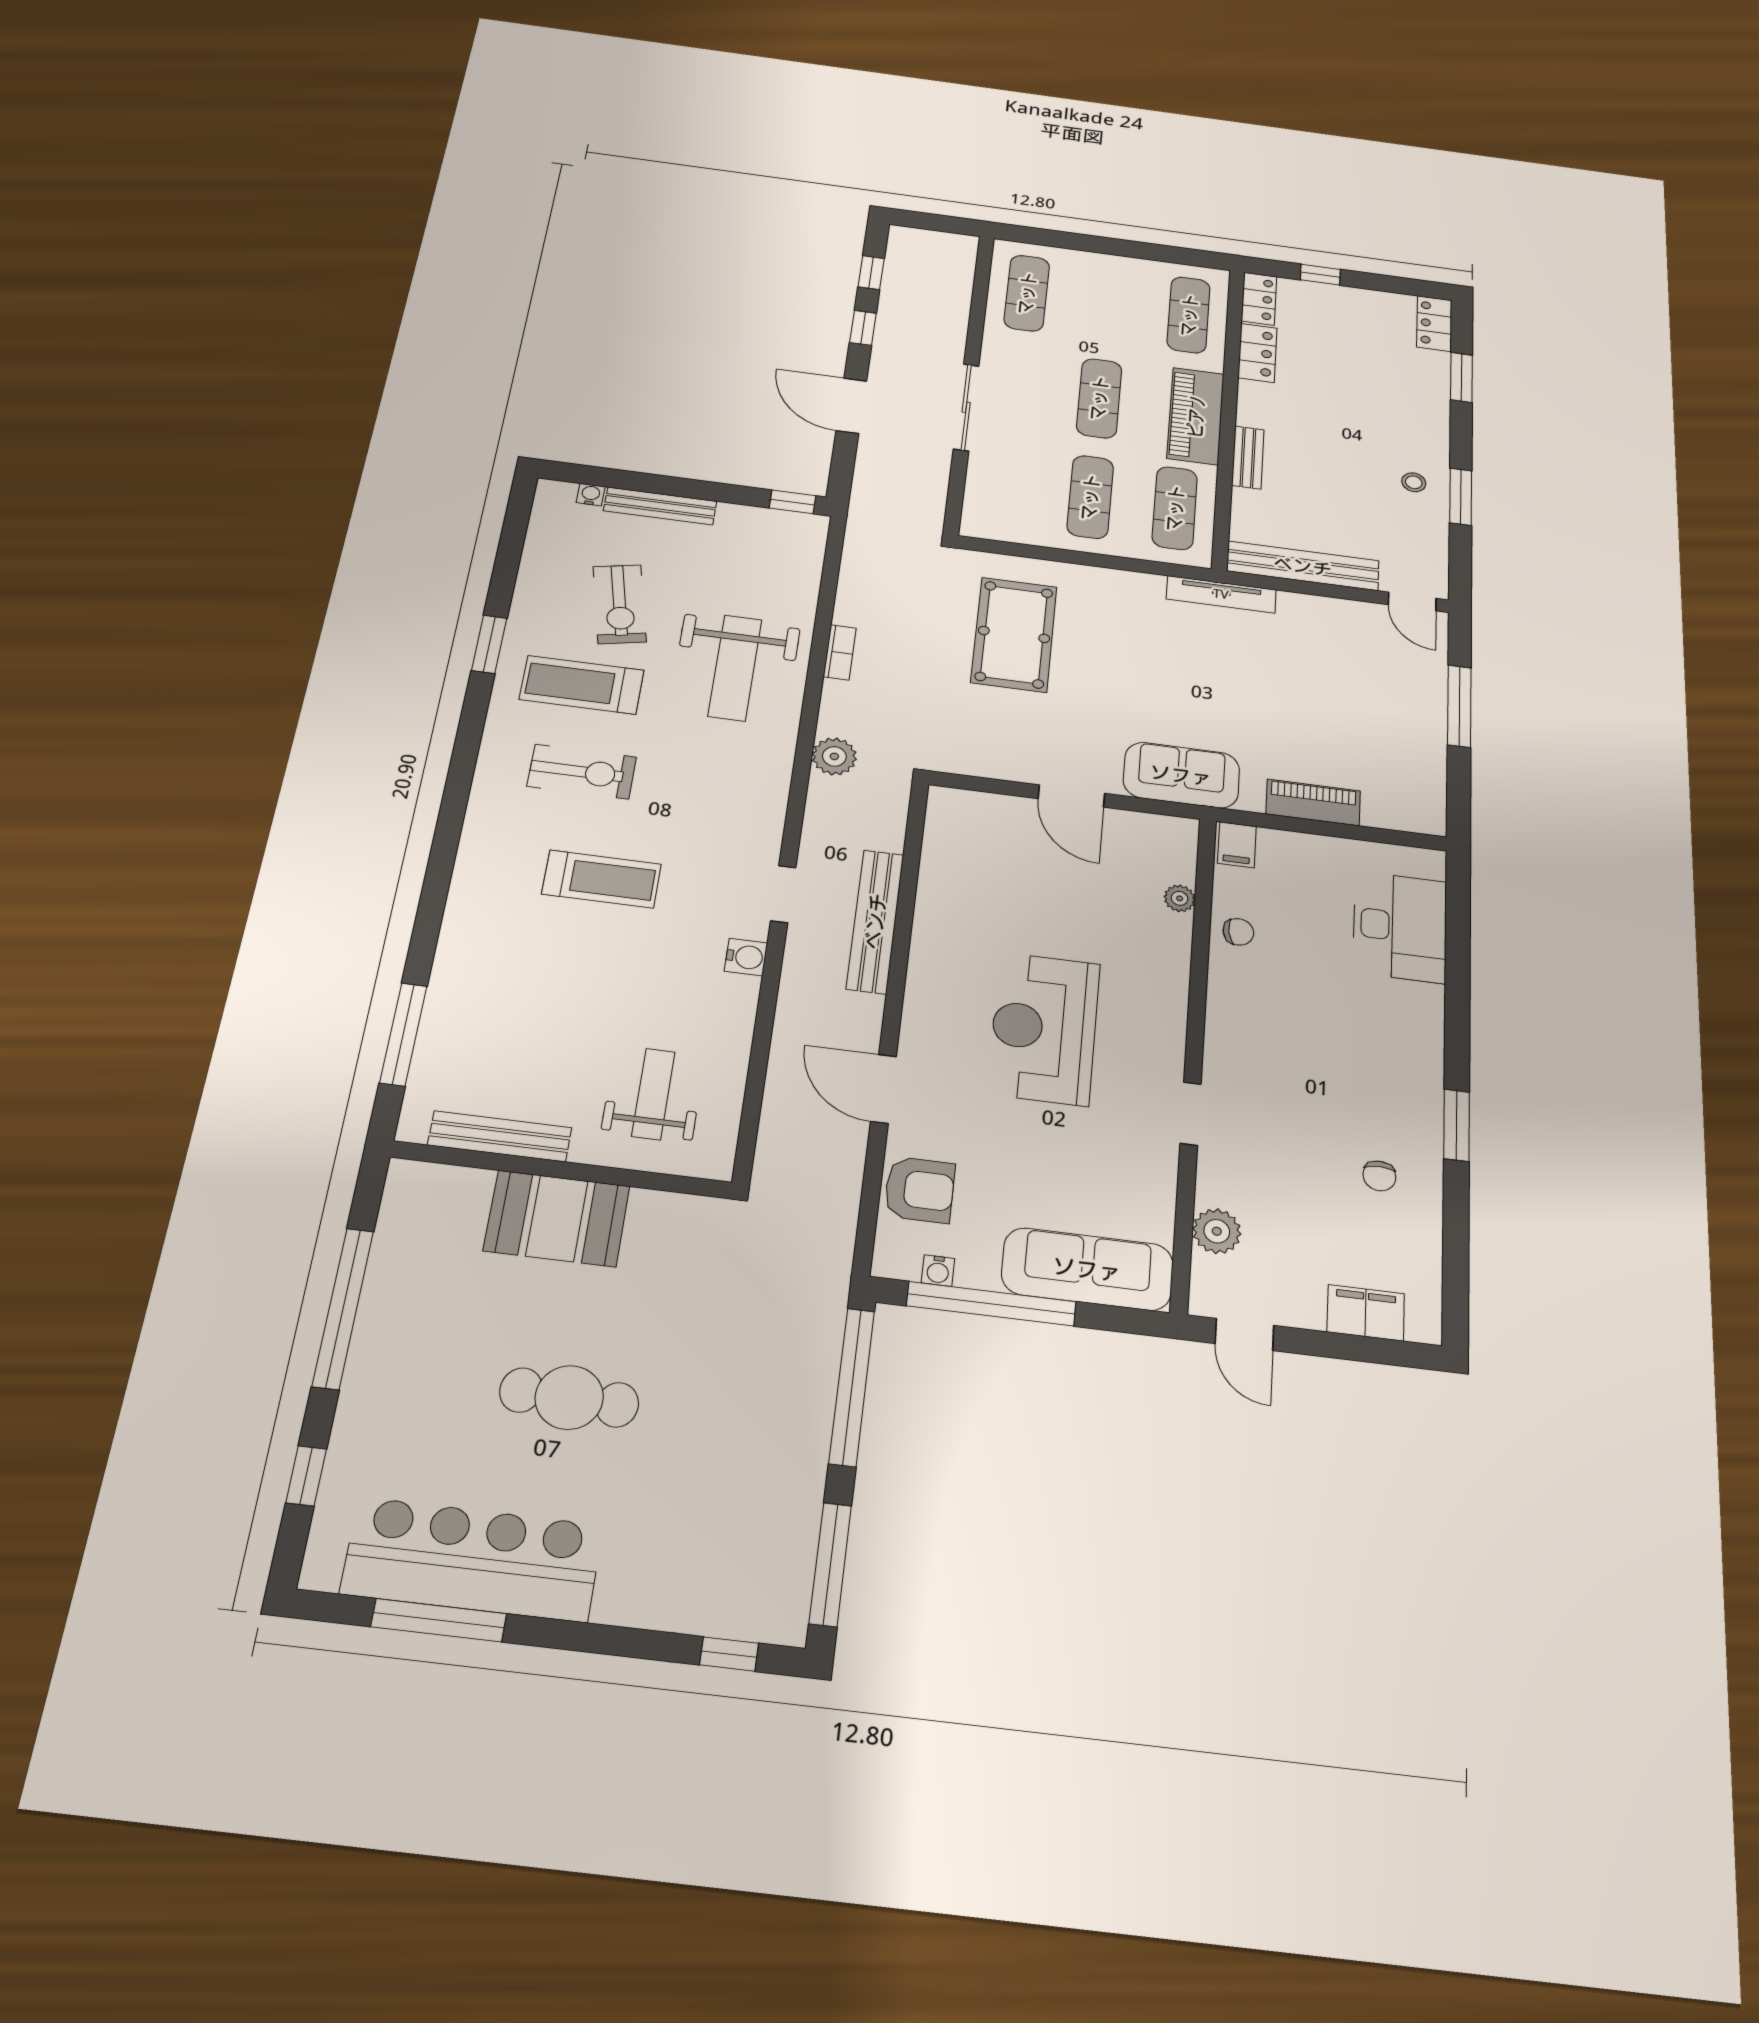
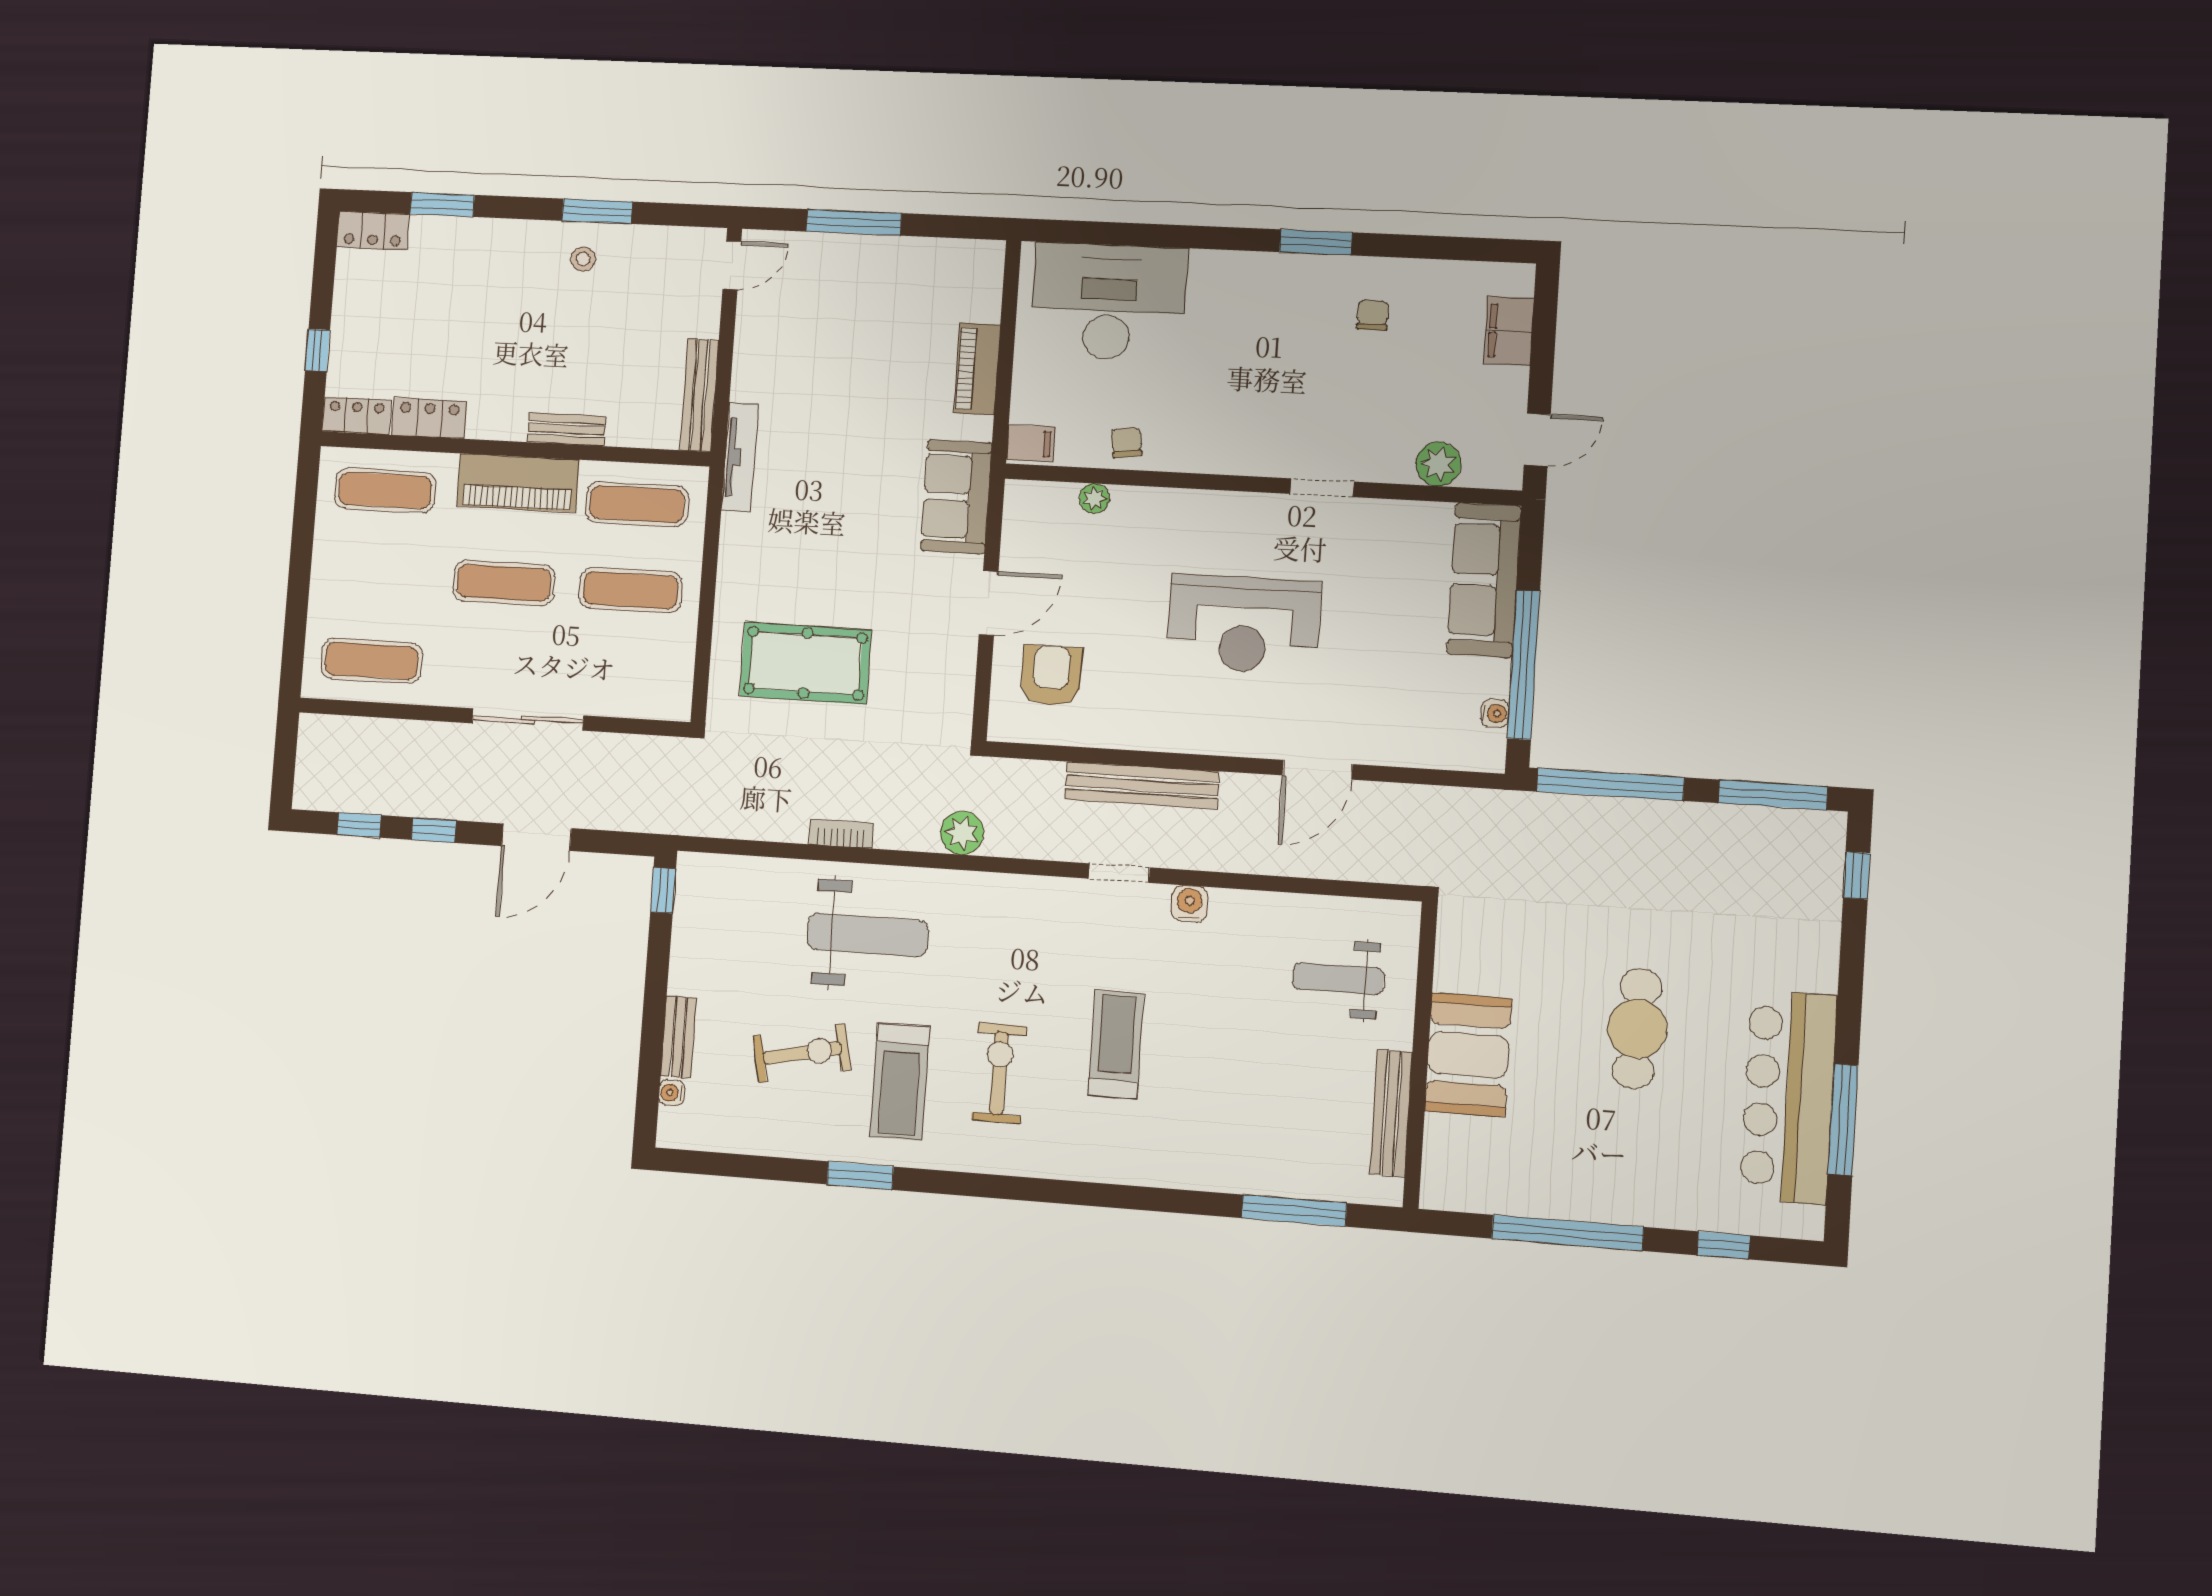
bench: (660, 506) -> (679, 1037), width x0.73
bench: (1303, 566) -> (699, 395), width x0.73, depth x0.82
desk: (1400, 927) -> (1108, 302), width x1.36, depth x1.30
chair: (1379, 1176) -> (1373, 315), turned -90
armchair: (920, 1190) -> (1051, 675), moved

